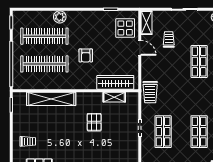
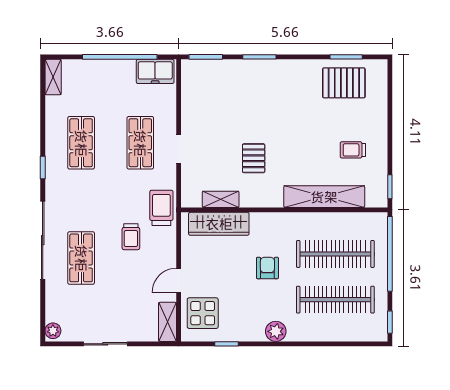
plant: (60, 17) -> (276, 331), moved
trolley: (169, 39) -> (131, 237), moved
door: (140, 48) -> (179, 280), hinge flipped
trolley: (28, 141) -> (353, 150), moved

